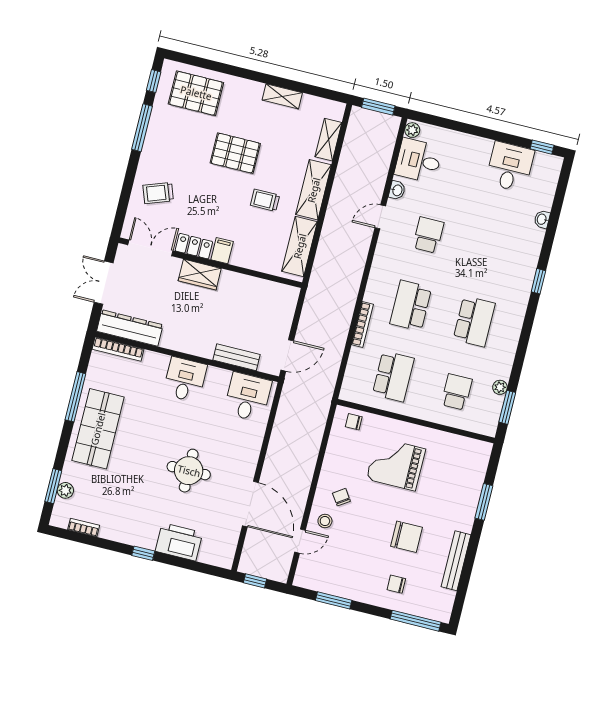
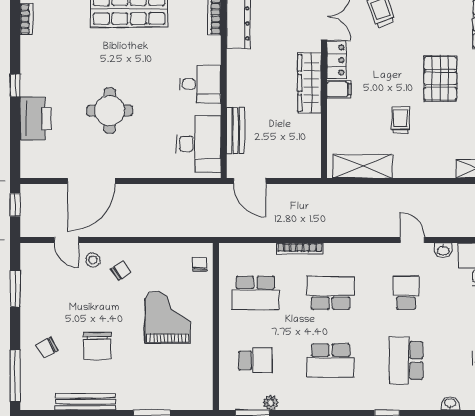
shelving: (314, 190) -> (423, 166), removed
school desk: (428, 235) -> (406, 293), turned -90
school desk: (492, 251) -> (406, 360), added
wardrobe: (200, 275) -> (309, 83), width x1.50
desk: (248, 397) -> (198, 144), width x1.37
chair: (396, 584) -> (47, 348), turned -119

